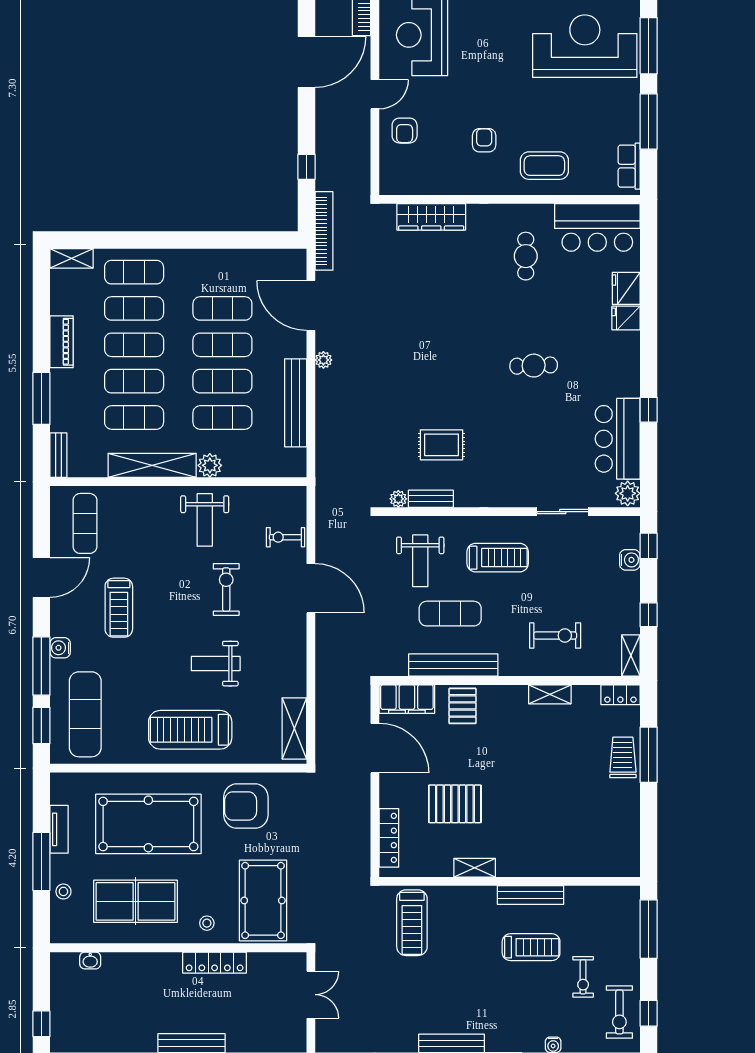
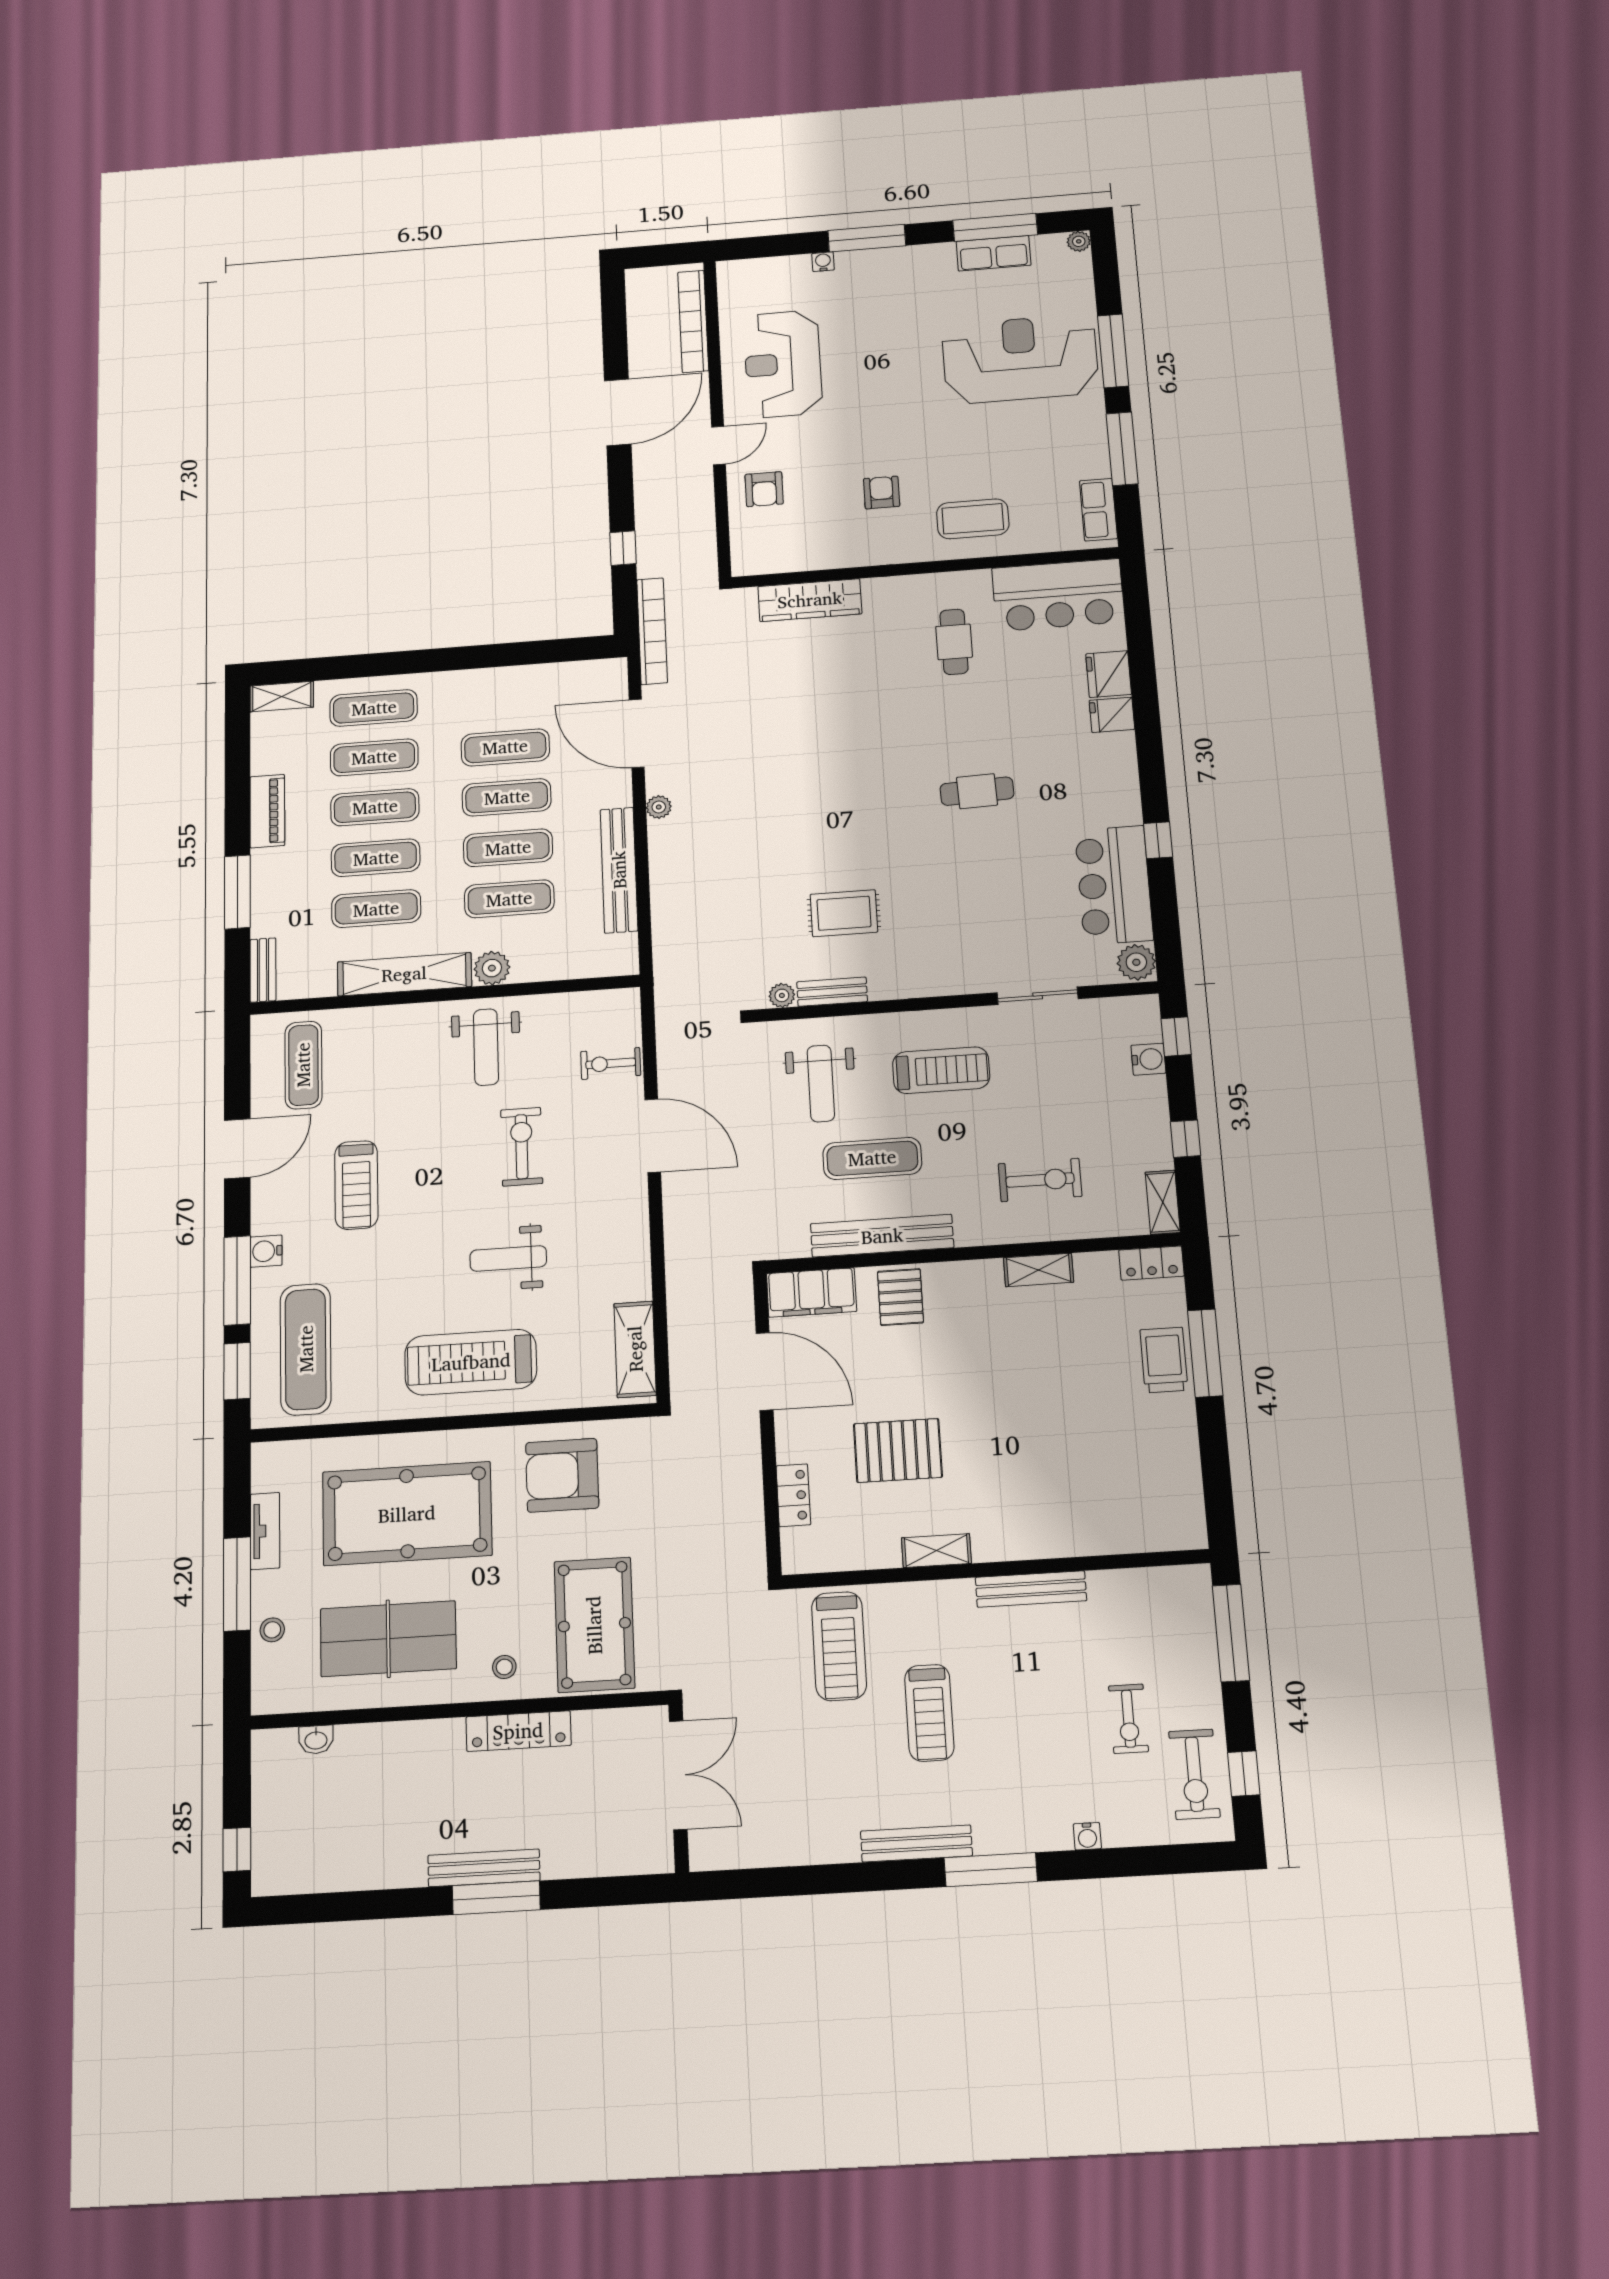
locker: (389, 838) -> (793, 1495), width x0.66
treadmill: (531, 947) -> (929, 1713), moved, turned 90
double door: (311, 995) -> (678, 1775), width x1.37

